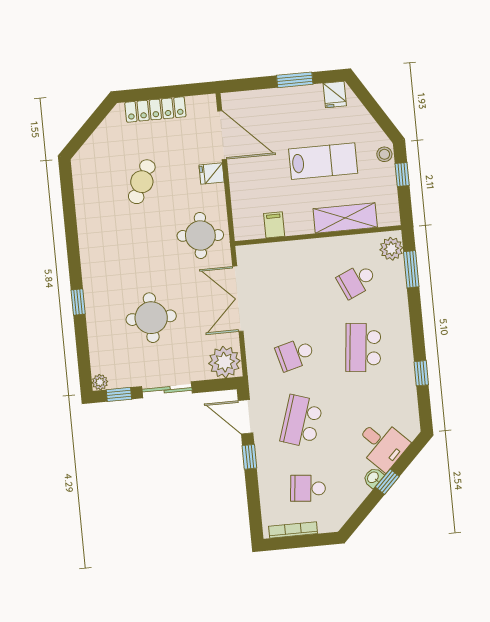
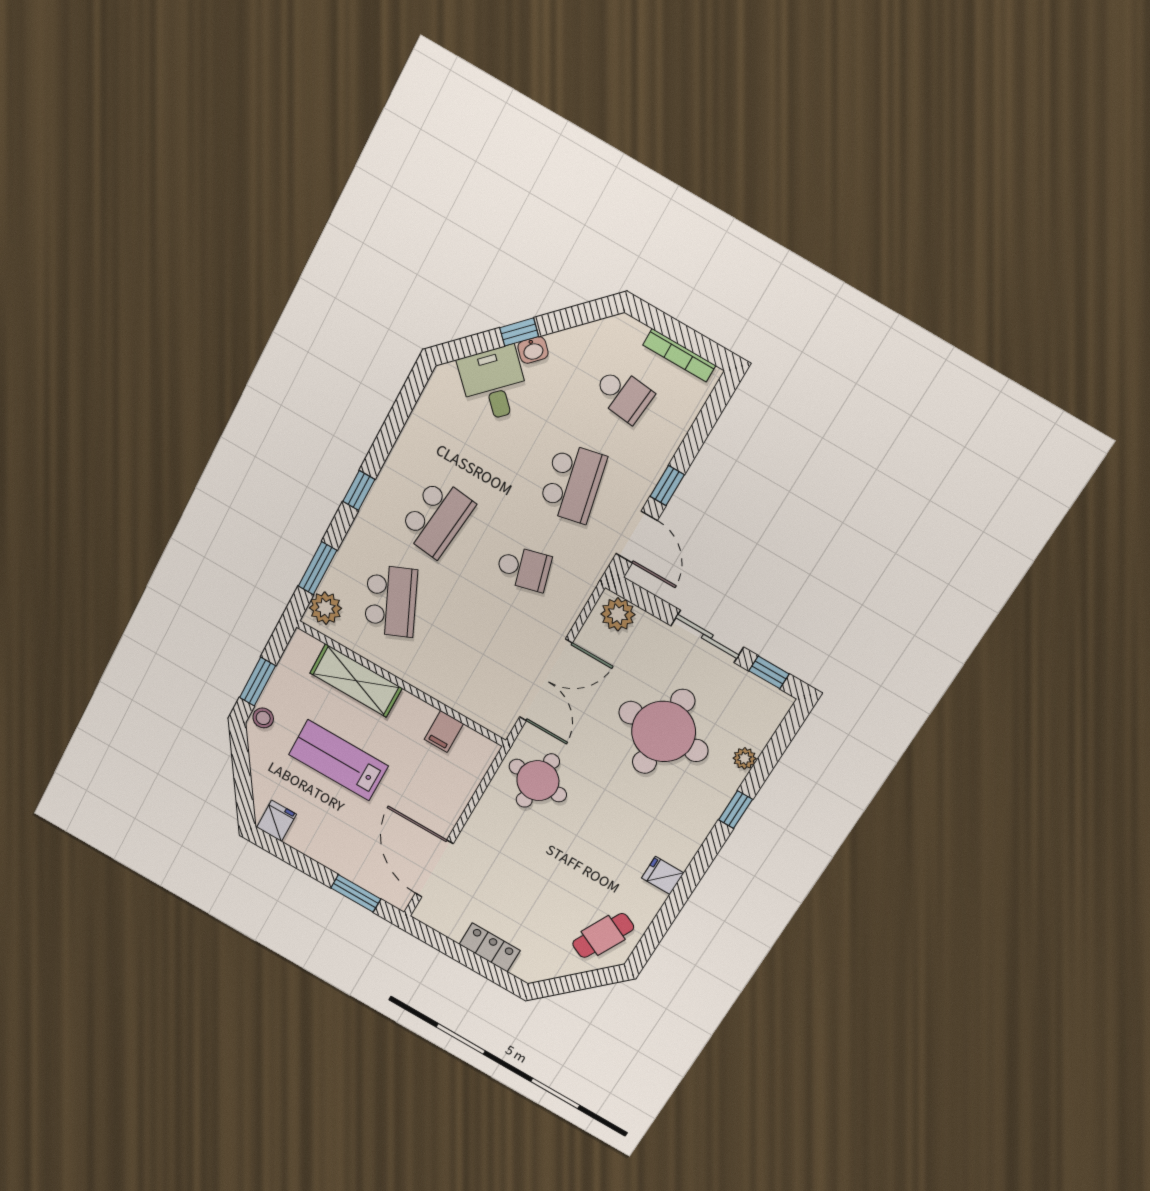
window: (295, 80) -> (356, 893), moved
locker: (155, 110) -> (490, 947), width x0.66
fridge: (212, 173) -> (663, 875), moved, turned 180
window: (402, 175) -> (257, 682), width x1.50
cafe table: (142, 182) -> (603, 935), moved
school desk: (357, 281) -> (391, 601), width x1.85
round table: (151, 318) -> (664, 732), width x1.36, depth x1.36
plant: (224, 362) -> (618, 614), width x0.73, depth x0.73
window: (421, 373) -> (359, 490), moved
plant: (100, 382) -> (745, 758), moved
school desk: (302, 421) -> (572, 483), turned -30

